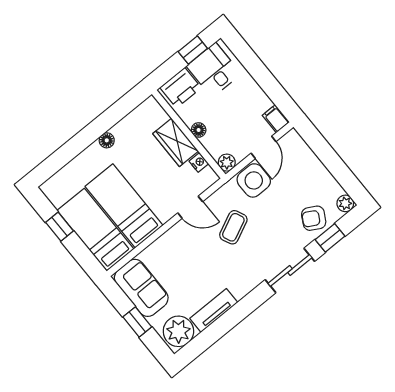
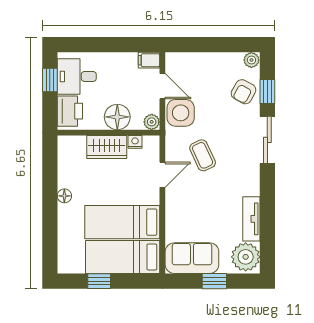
floor lamp: (199, 130) -> (117, 117), width x1.89, depth x1.89

